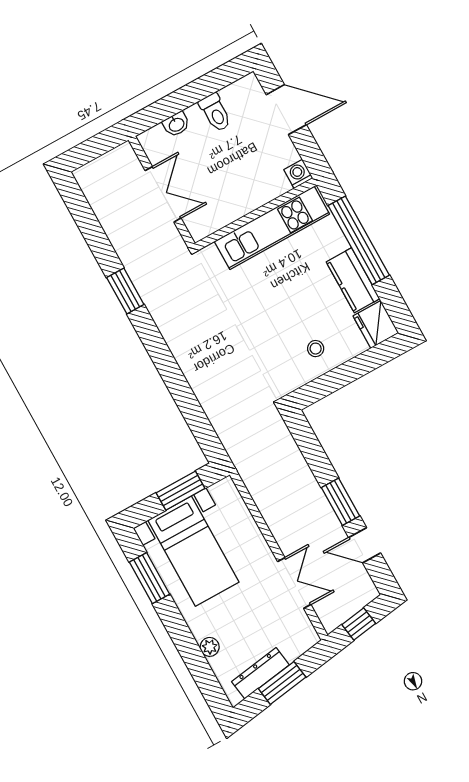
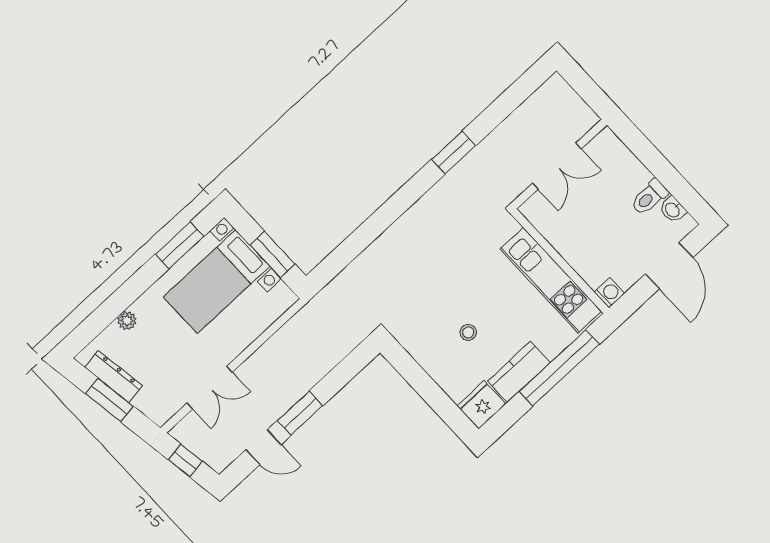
washbasin: (176, 124) -> (673, 210), moved
stool: (316, 349) -> (468, 332), moved
door: (365, 545) -> (263, 447), swing flipped

